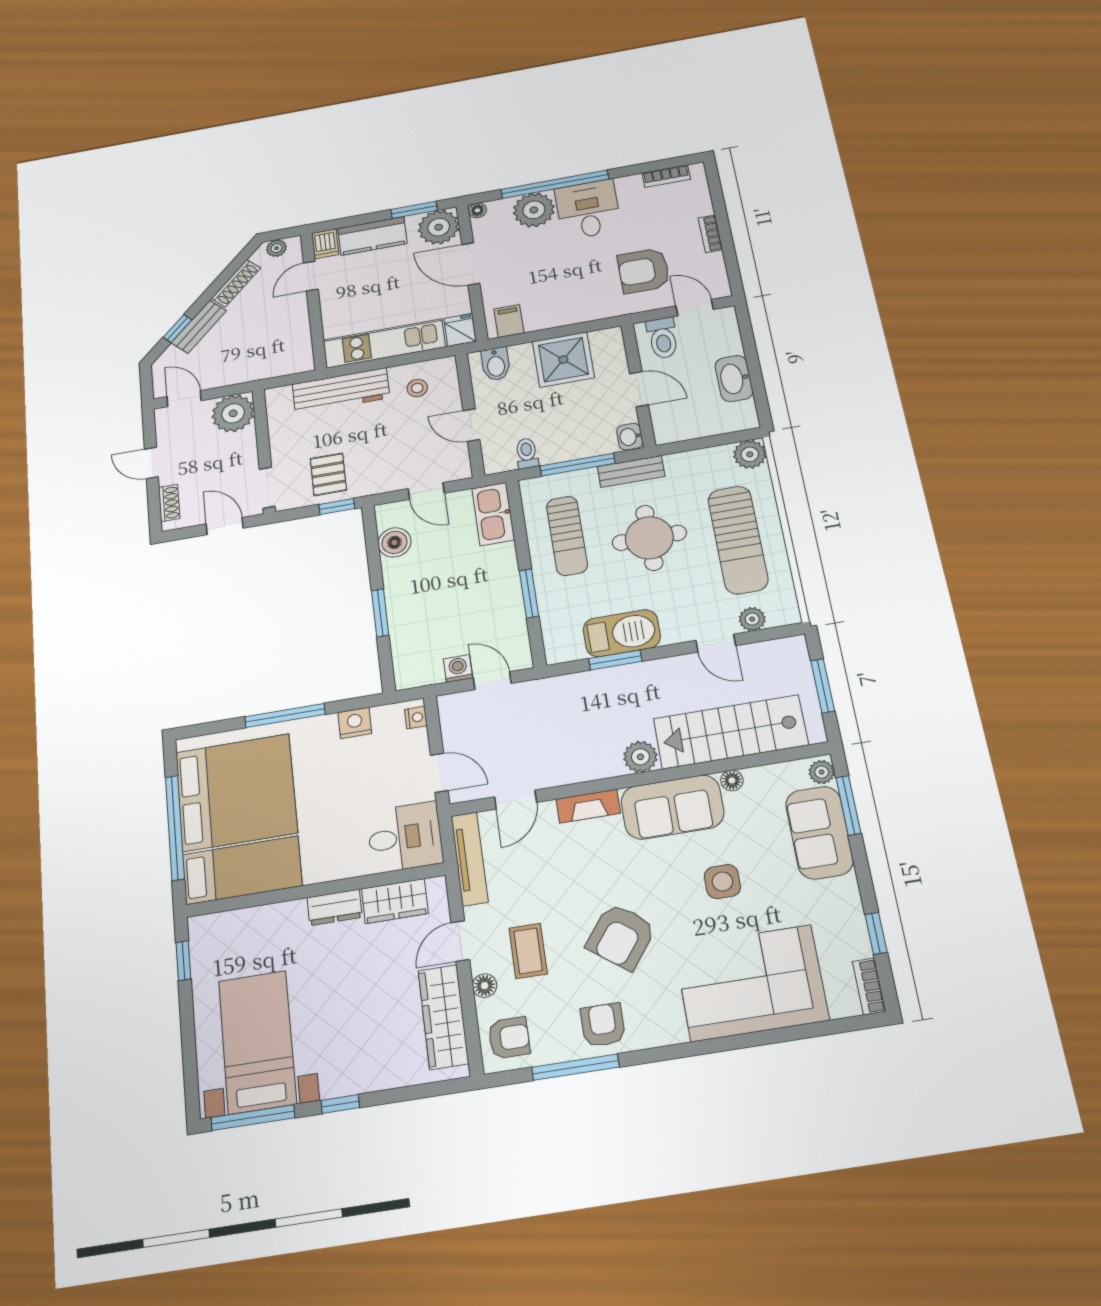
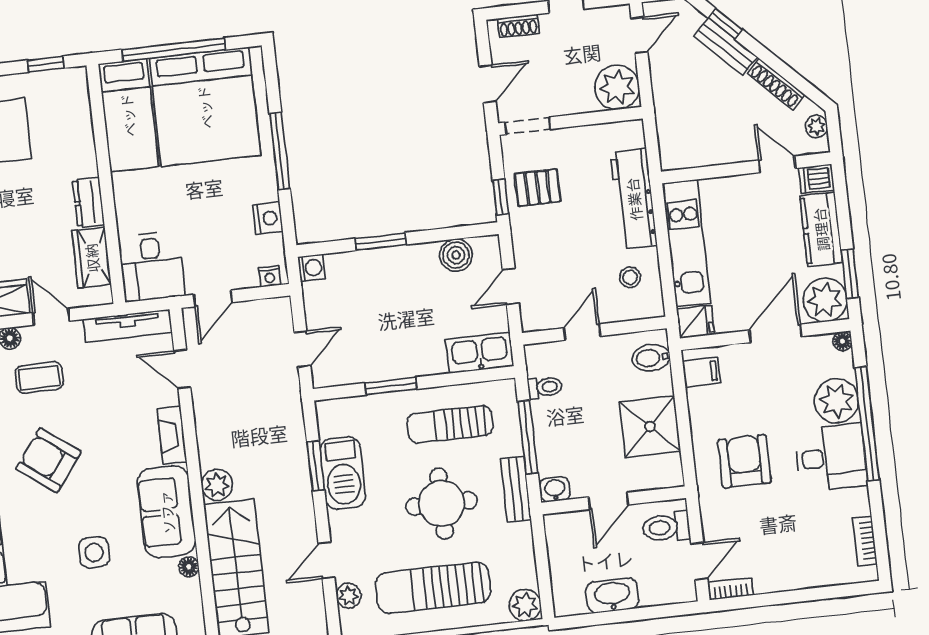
bookcase: (710, 234) -> (731, 589), moved
armchair: (644, 271) -> (744, 461), moved
washing machine: (458, 668) -> (311, 268), moved

